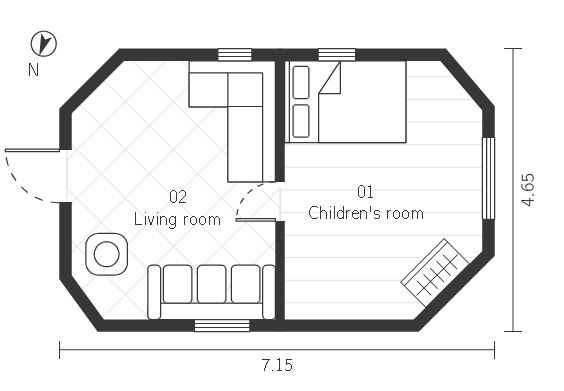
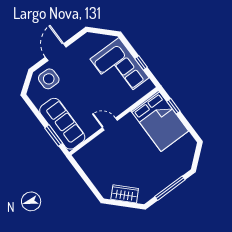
window: (235, 55) -> (141, 63), moved
corner sofa: (232, 121) -> (119, 68), moved, turned -90
door: (65, 176) -> (56, 52), moved

